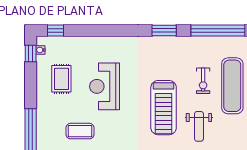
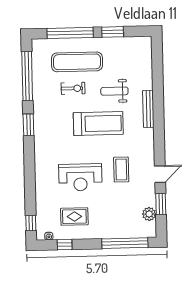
window: (31, 53) -> (65, 245), moved
weight bench: (199, 126) -> (114, 91), turned 180
coffee table: (80, 131) -> (121, 169), moved

